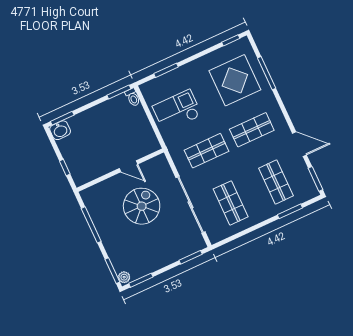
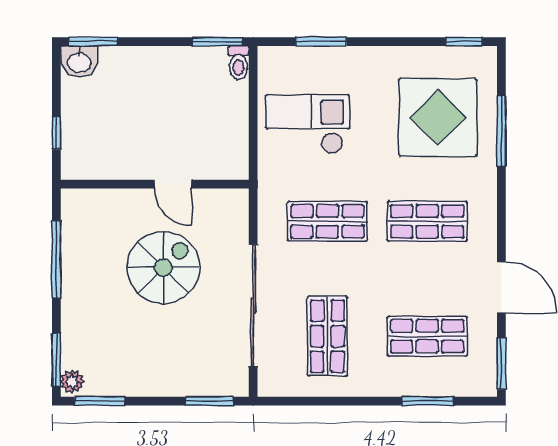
shop shelf: (276, 182) -> (427, 336), turned 90

